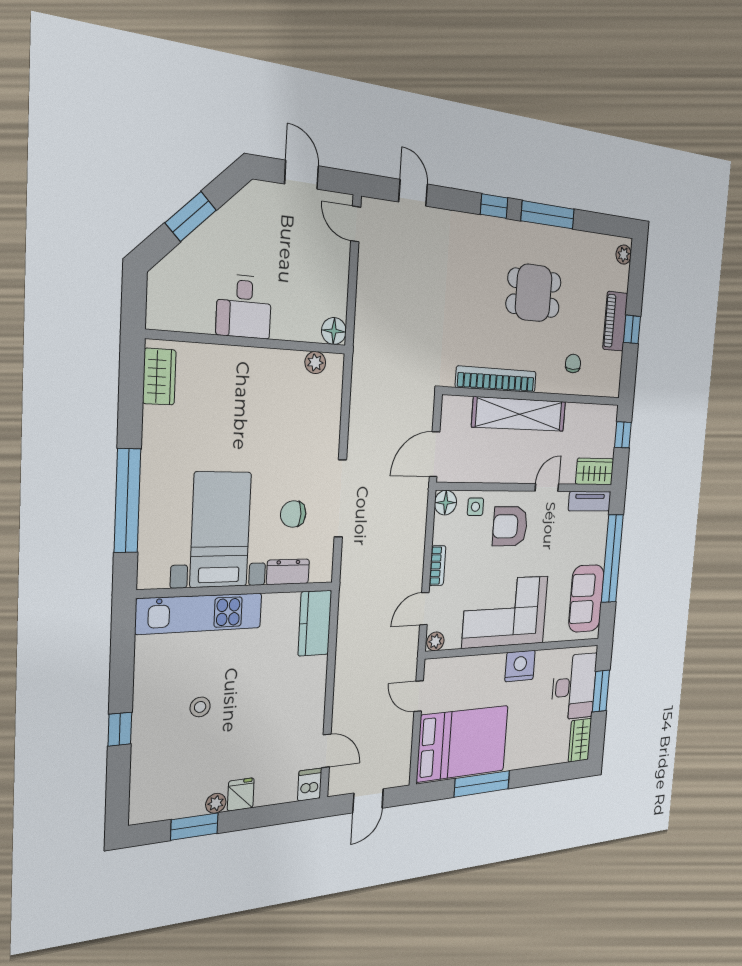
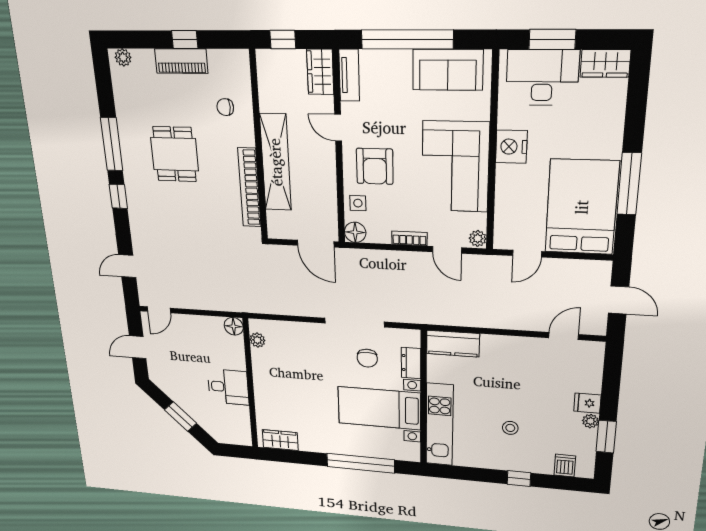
dishwasher: (310, 785) -> (565, 466), moved, turned 90

